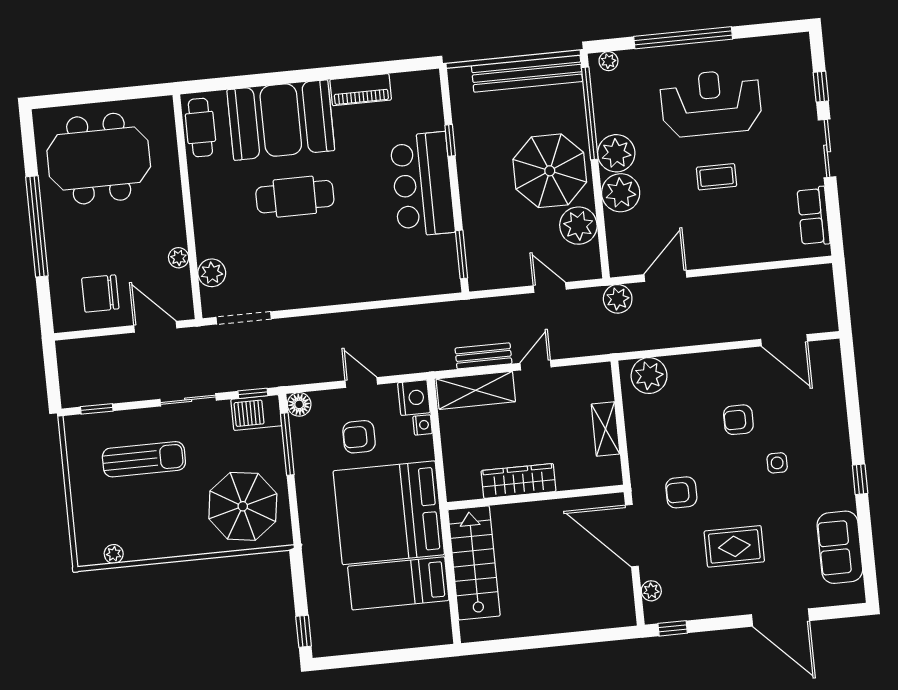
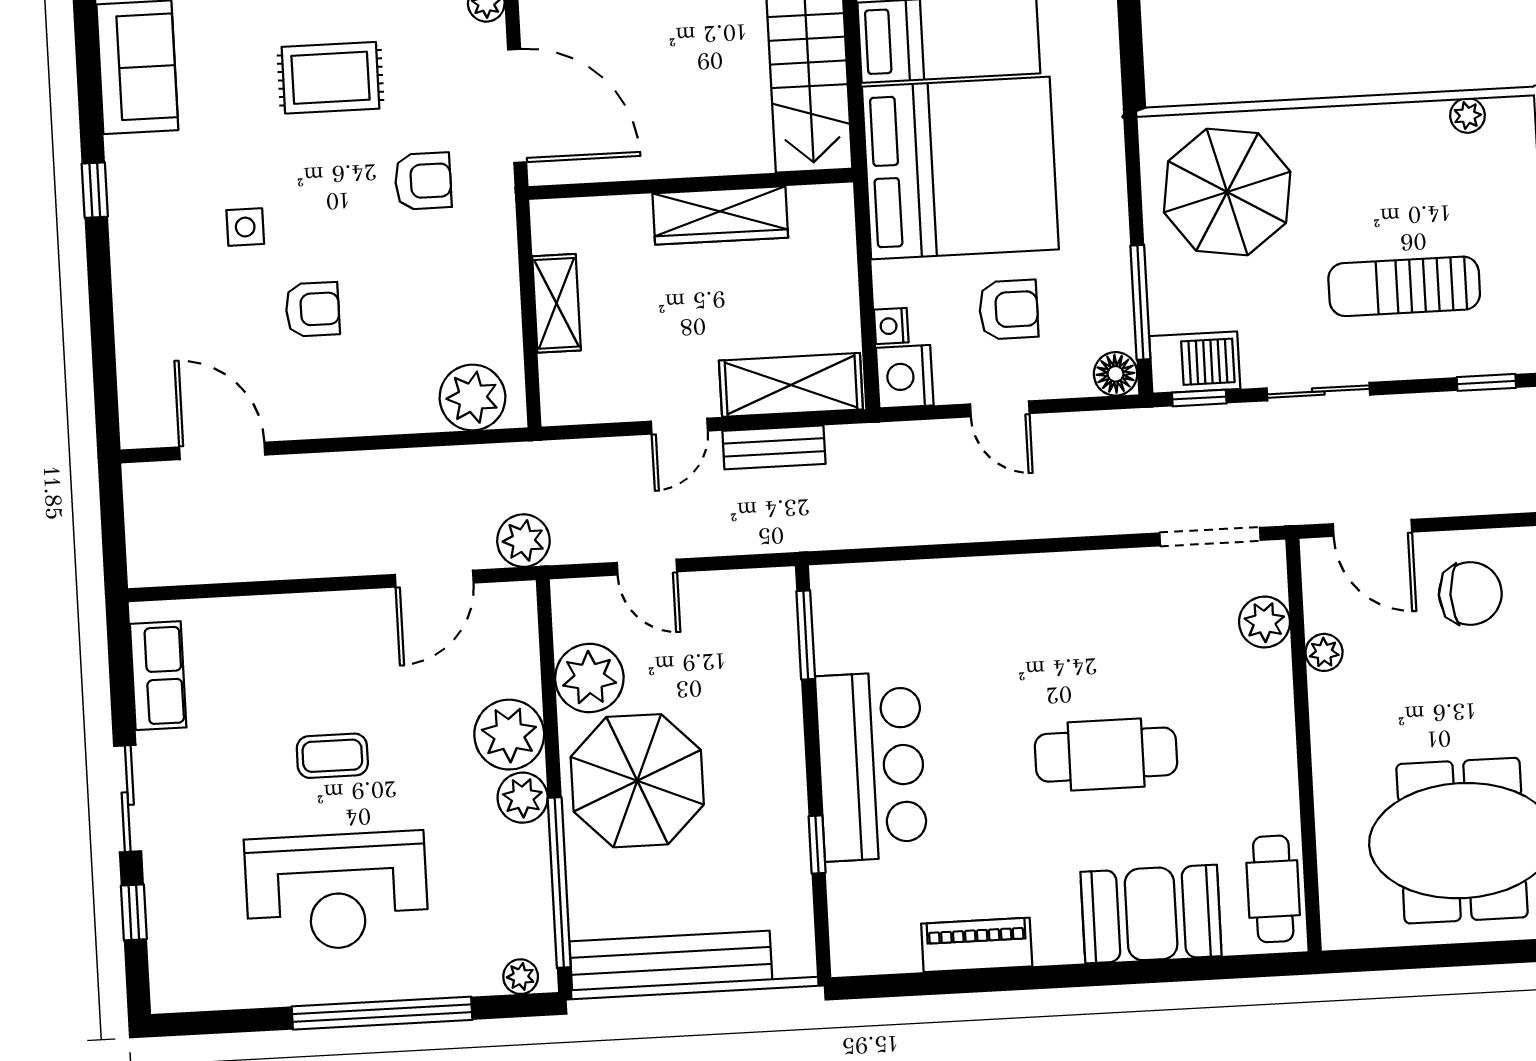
booth: (281, 120) -> (1151, 914), width x0.73, depth x0.70
plant: (616, 153) -> (523, 798), width x0.73, depth x0.73

